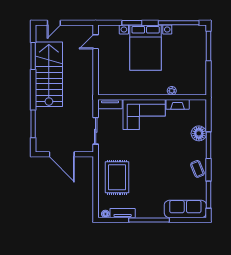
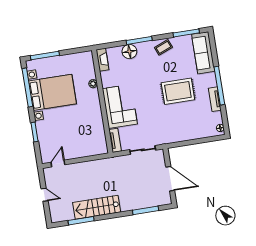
door: (54, 23) -> (45, 195), moved
door: (96, 42) -> (58, 164), swing flipped
bed with nightstands: (146, 48) -> (52, 92), moved
stairs: (49, 74) -> (97, 207), width x0.73, depth x0.66
fireplace: (178, 104) -> (102, 60), moved
door: (62, 154) -> (170, 179), hinge flipped
rug: (117, 177) -> (178, 91), moved
tv unit: (123, 213) -> (215, 99), moved

